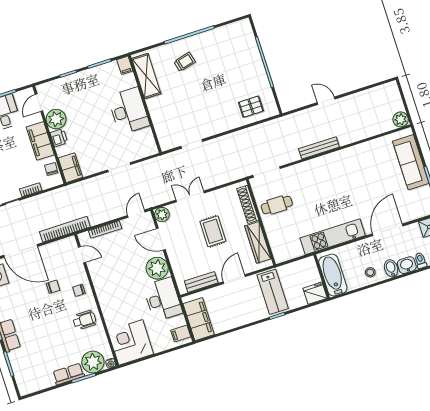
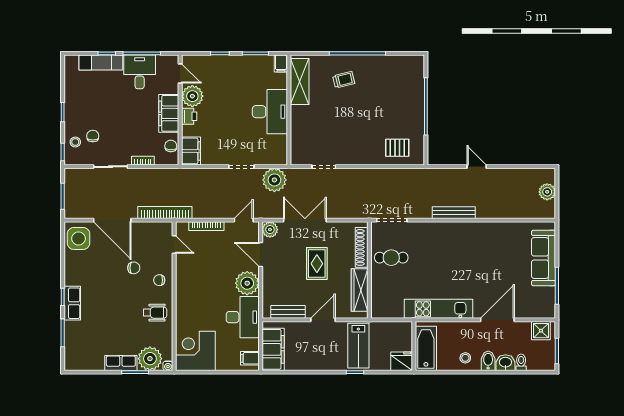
door: (39, 103) -> (180, 74), swing flipped
plant: (401, 119) -> (547, 192), moved
plant: (152, 170) -> (274, 180), added
double door: (190, 196) -> (305, 220), width x1.37

